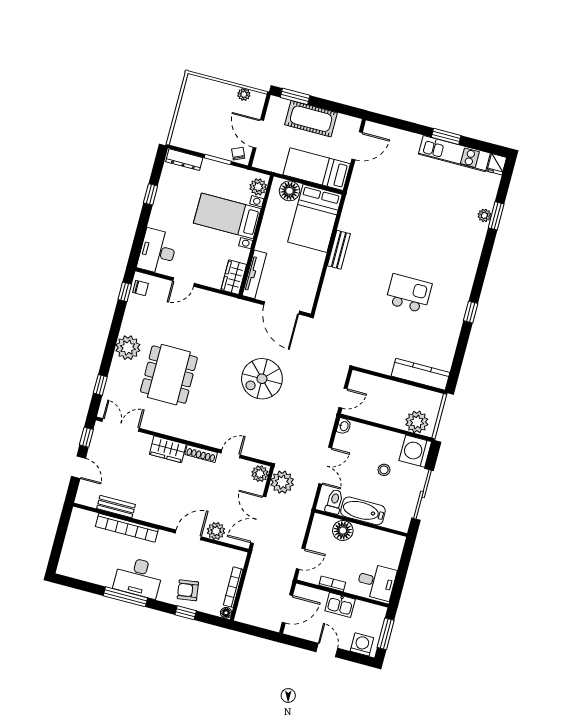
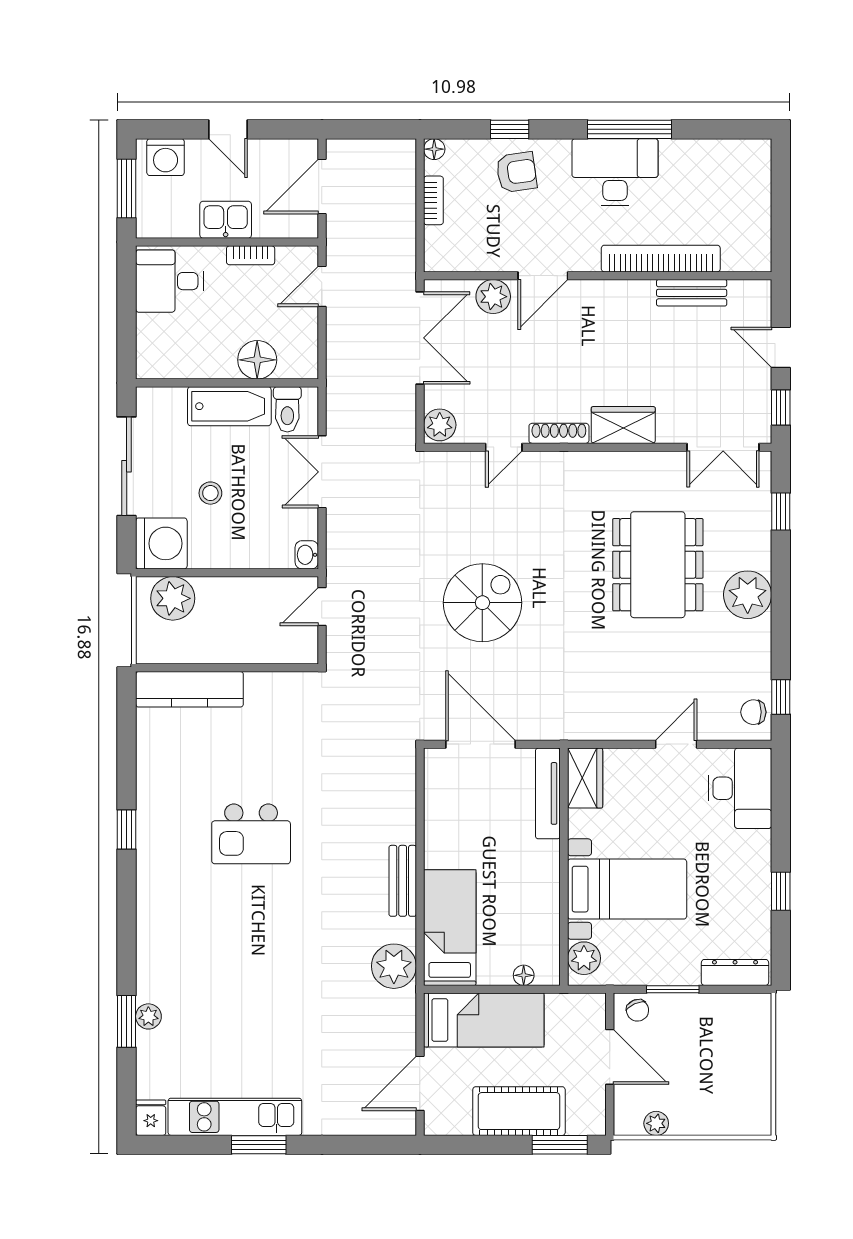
floor lamp: (289, 191) -> (524, 975), width x0.53, depth x0.53
bed: (315, 218) -> (450, 928), width x0.67
plant: (282, 482) -> (394, 966), moved
bookcase: (233, 587) -> (433, 200), width x0.64

